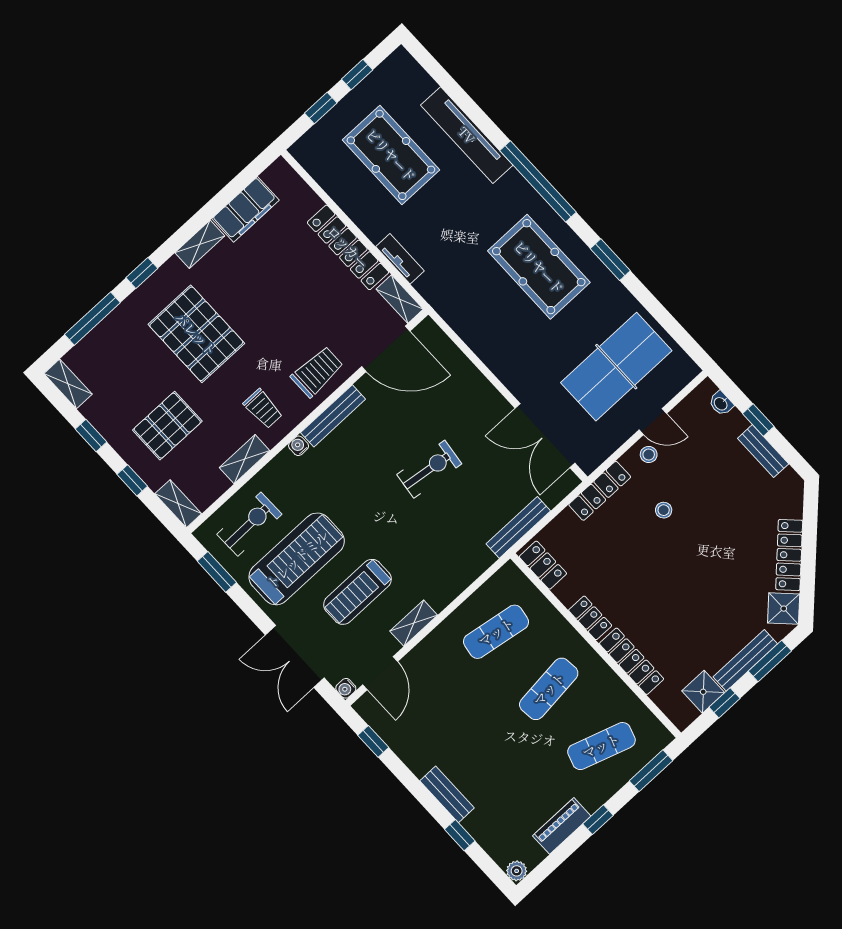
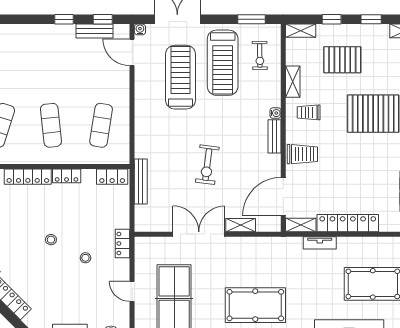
trolley: (317, 372) -> (302, 154), turned -90
bench: (333, 416) -> (275, 136), width x0.73
door: (653, 422) -> (132, 291), hinge flipped
pallet: (167, 426) -> (342, 60), turned 90
double door: (545, 436) -> (199, 234), moved
stool: (649, 455) -> (51, 240), moved
locker: (600, 491) -> (122, 244), width x0.66
exercise bike: (249, 524) -> (260, 56), width x0.73, depth x0.72
treadmill: (358, 592) -> (180, 77), width x1.37, depth x1.38
shelving: (414, 623) -> (241, 225), moved, turned 90
bench: (447, 794) -> (94, 31), moved
window: (460, 835) -> (64, 19), moved

